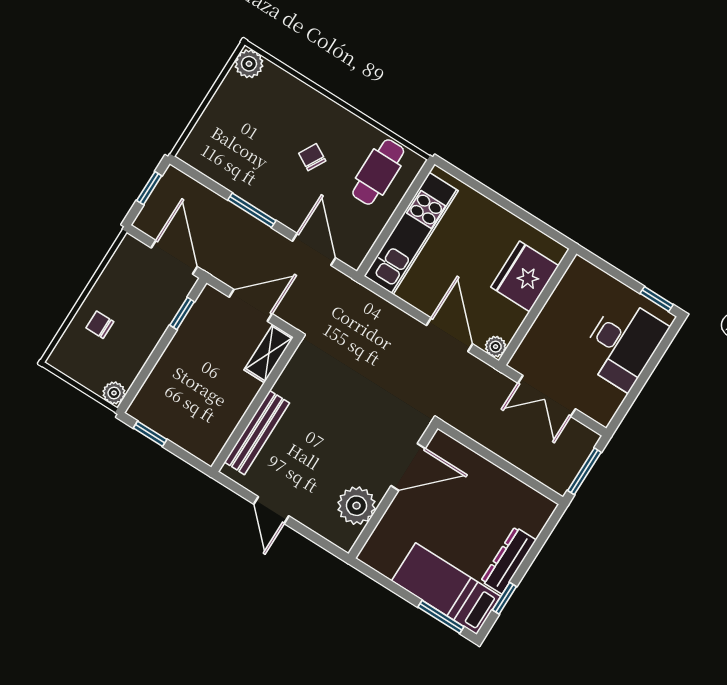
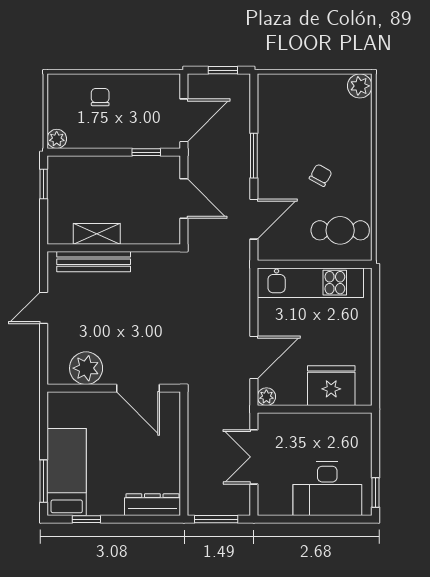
shelving: (269, 354) -> (97, 234), moved
dresser: (509, 560) -> (152, 505), moved

